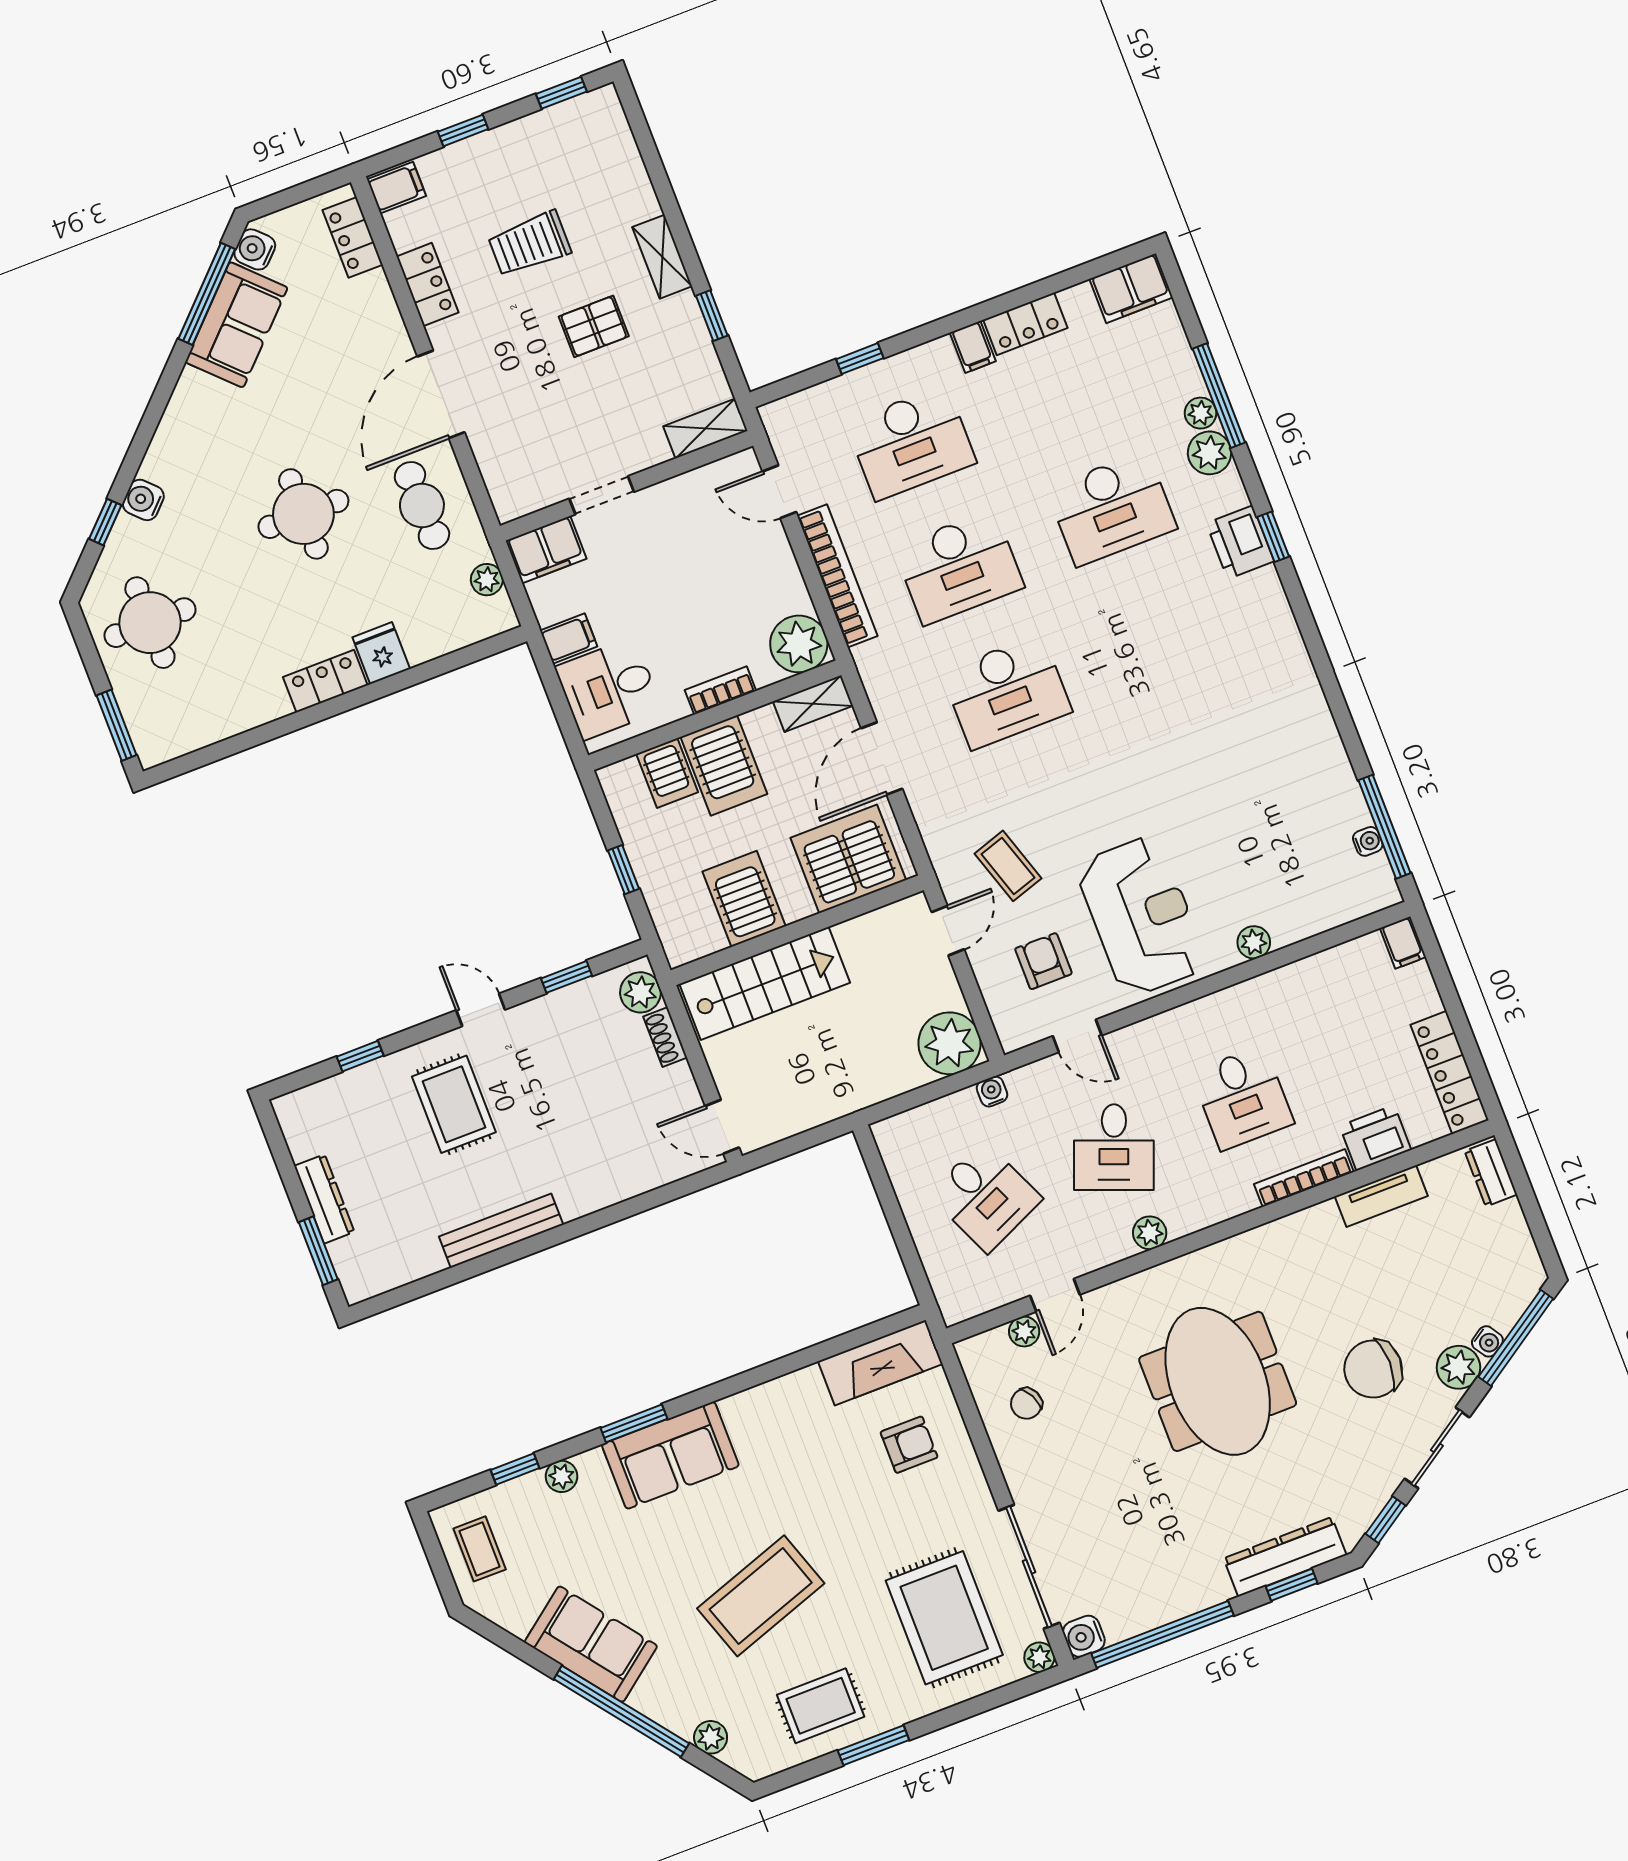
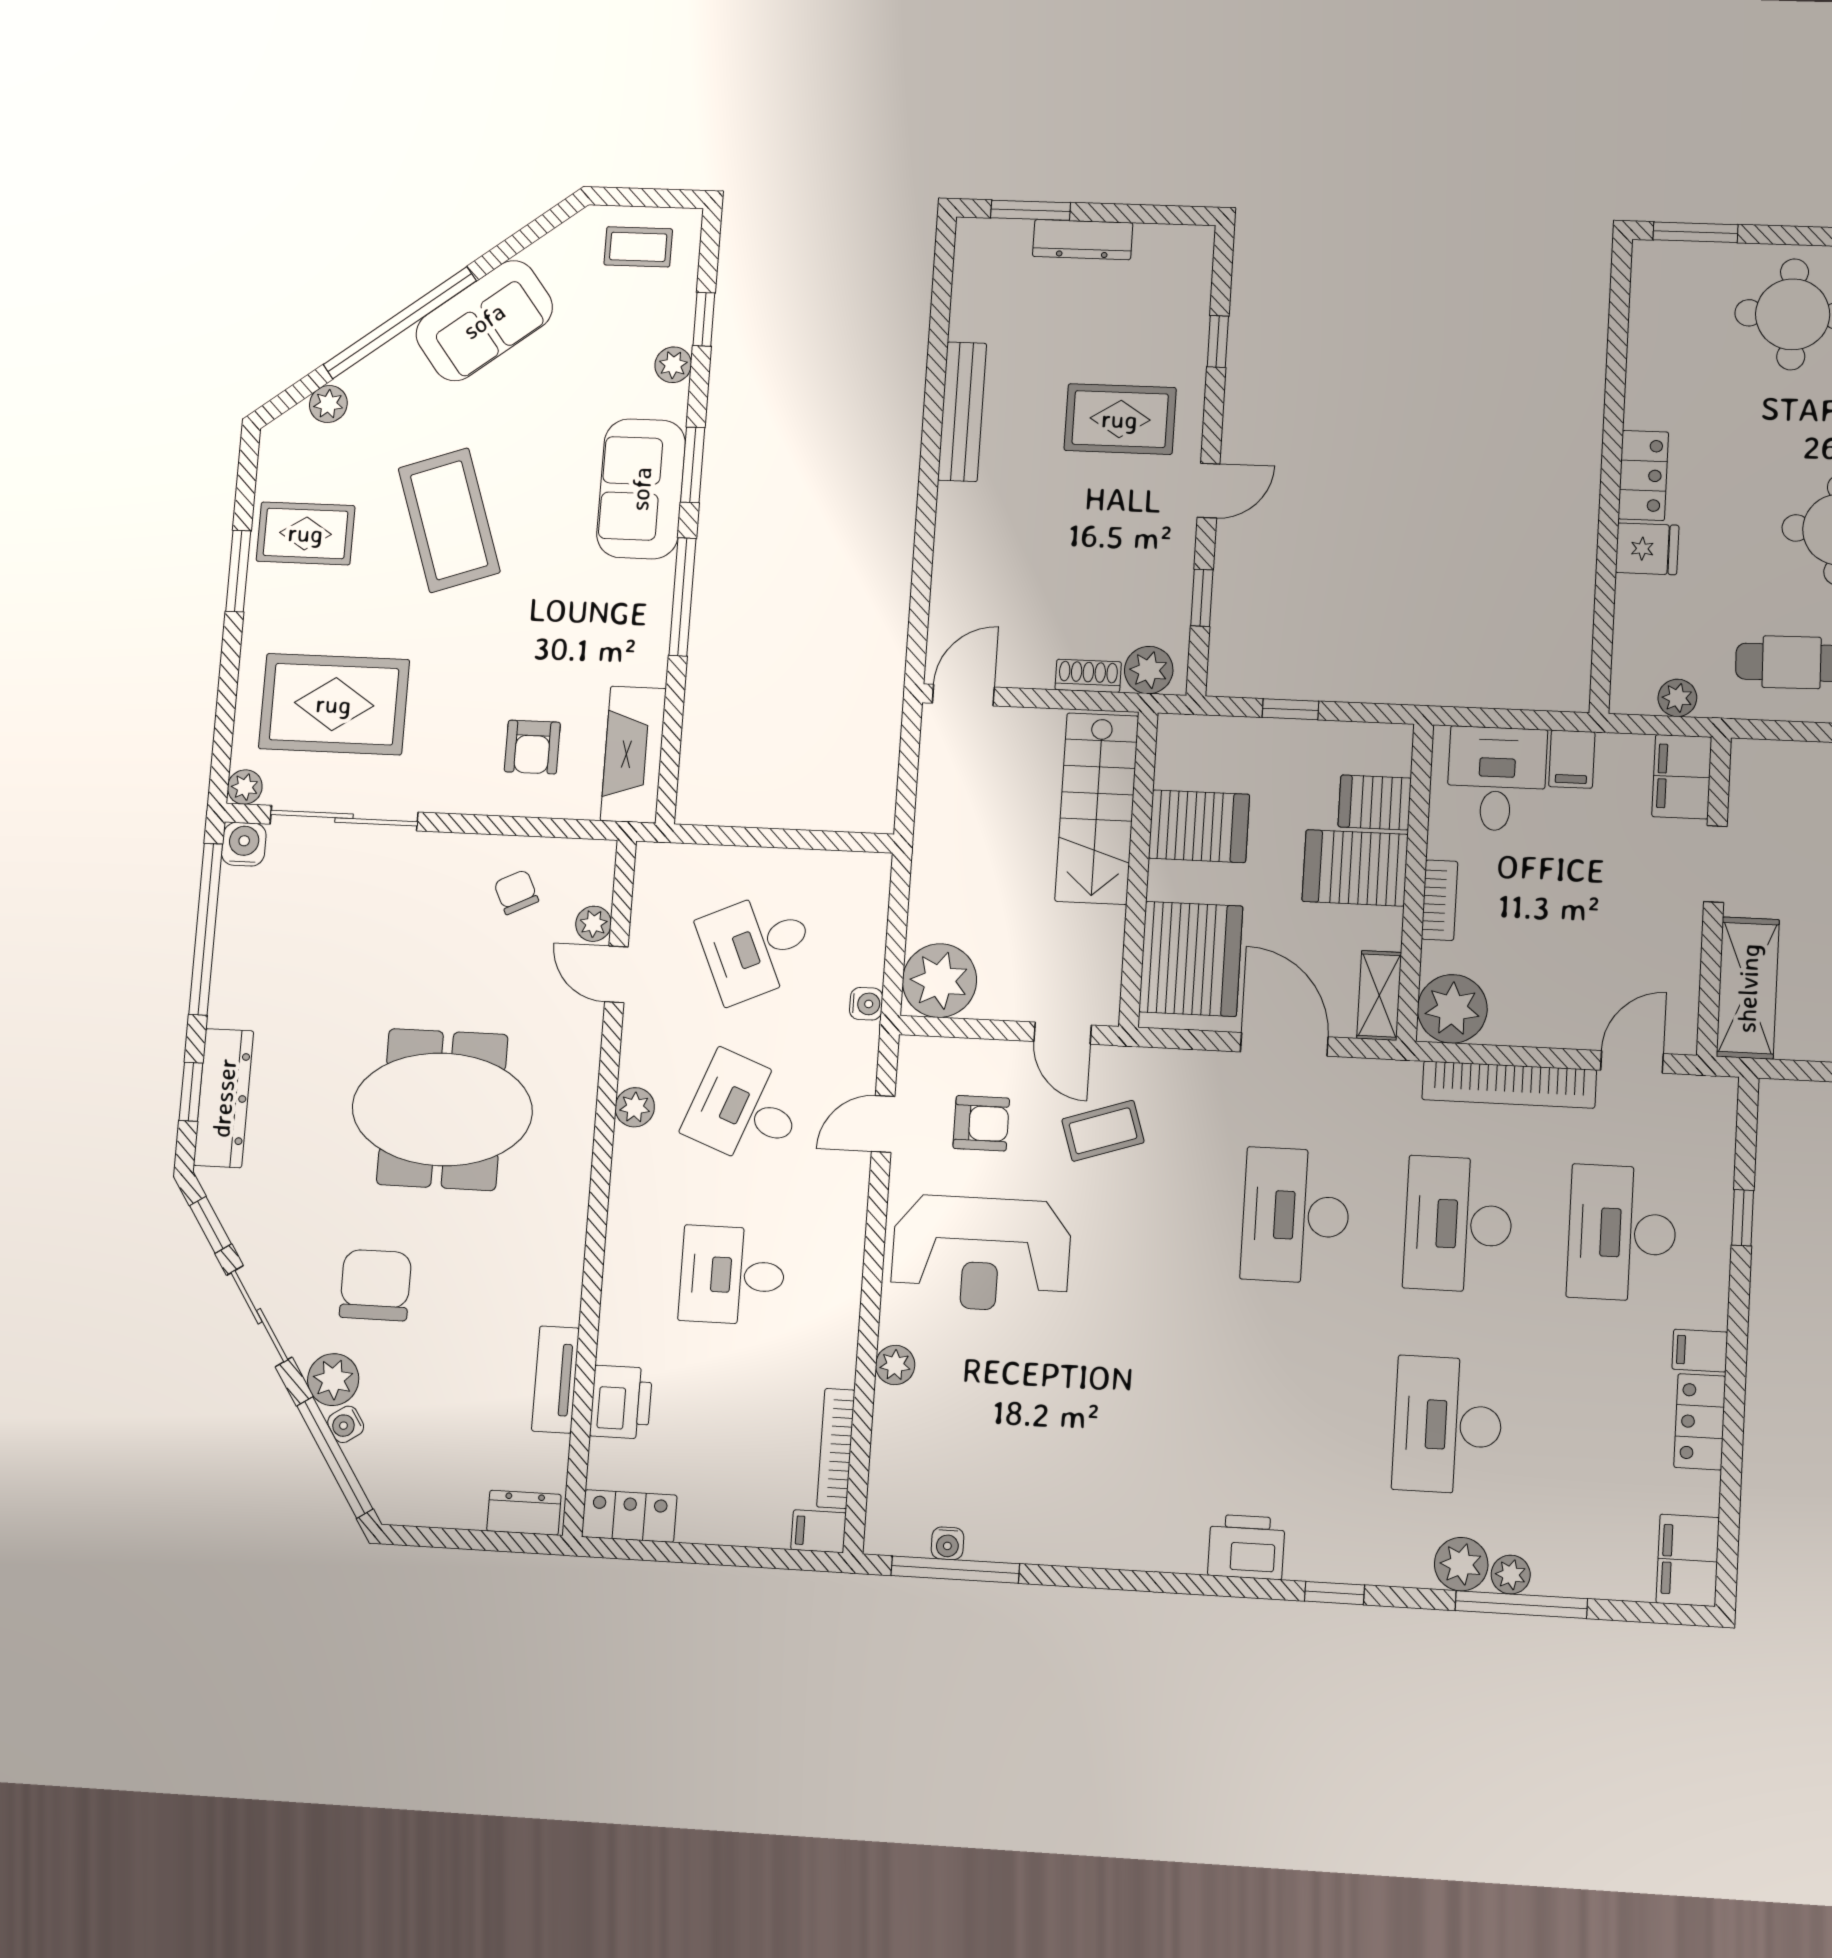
shelving: (705, 429) -> (1748, 988), width x1.50, depth x1.33
printer: (1240, 542) -> (1246, 1547), moved
locker: (1450, 1072) -> (629, 1516), width x0.66
bookcase: (1304, 1178) -> (836, 1448), moved, turned 180
window: (741, 1382) -> (682, 597), added
rug: (821, 1706) -> (306, 533), turned 90

